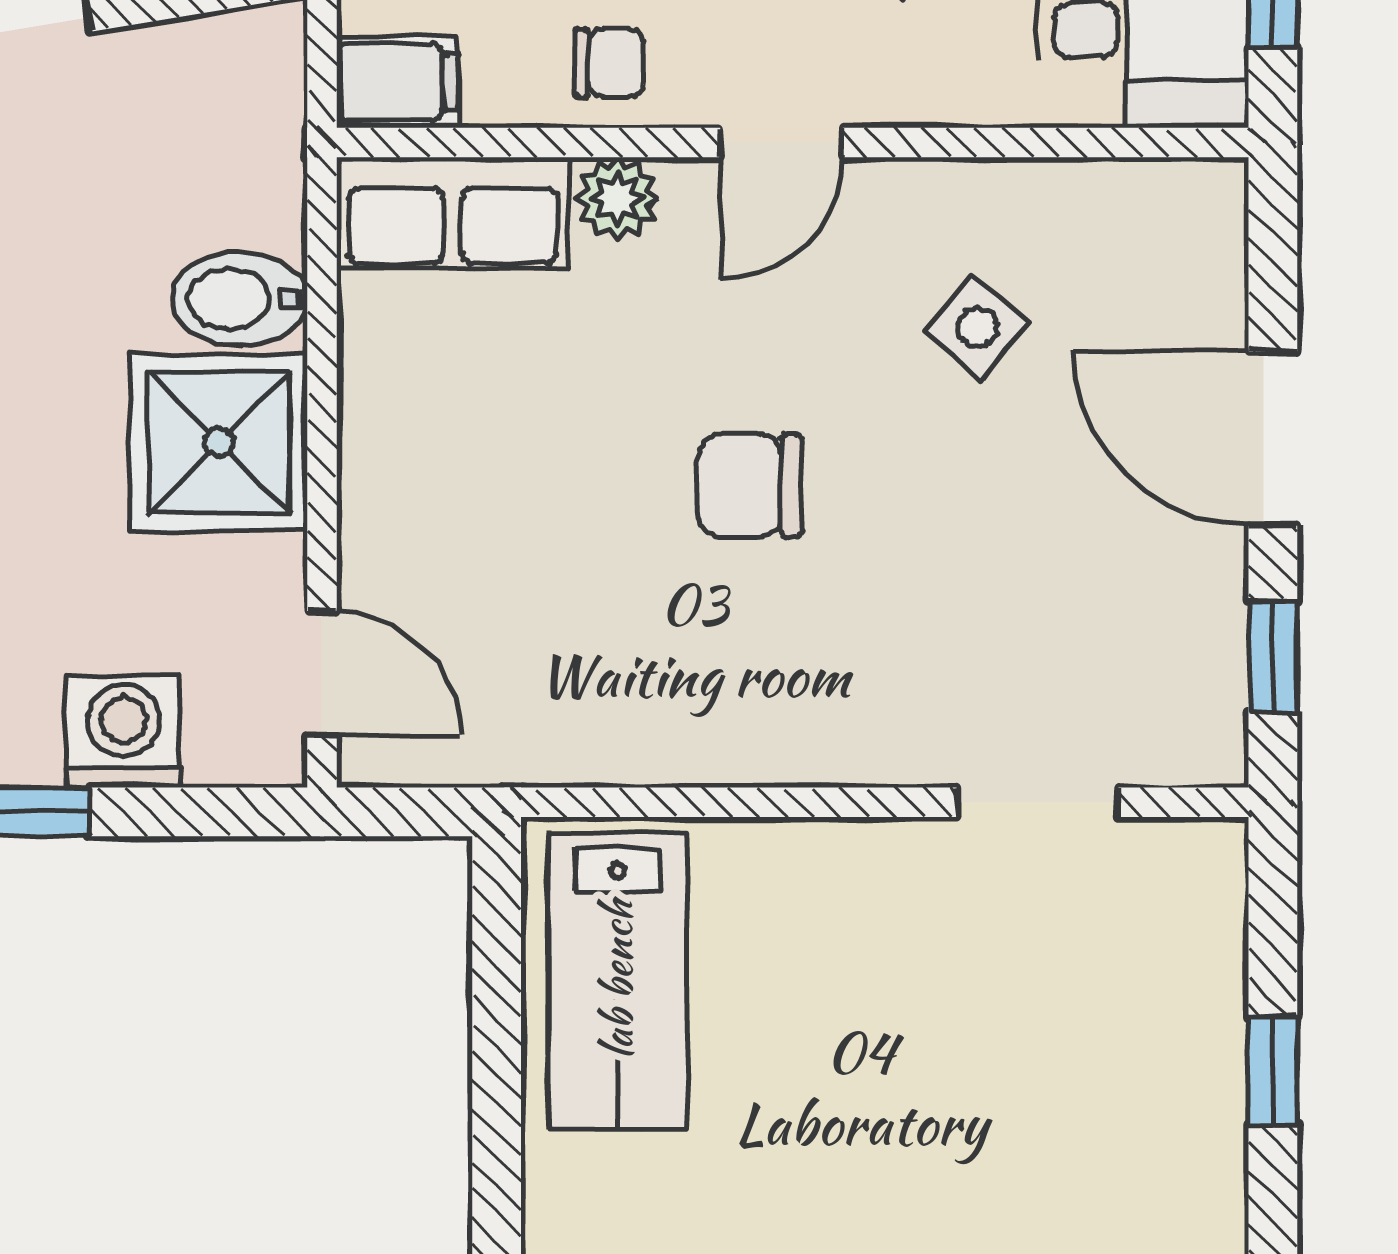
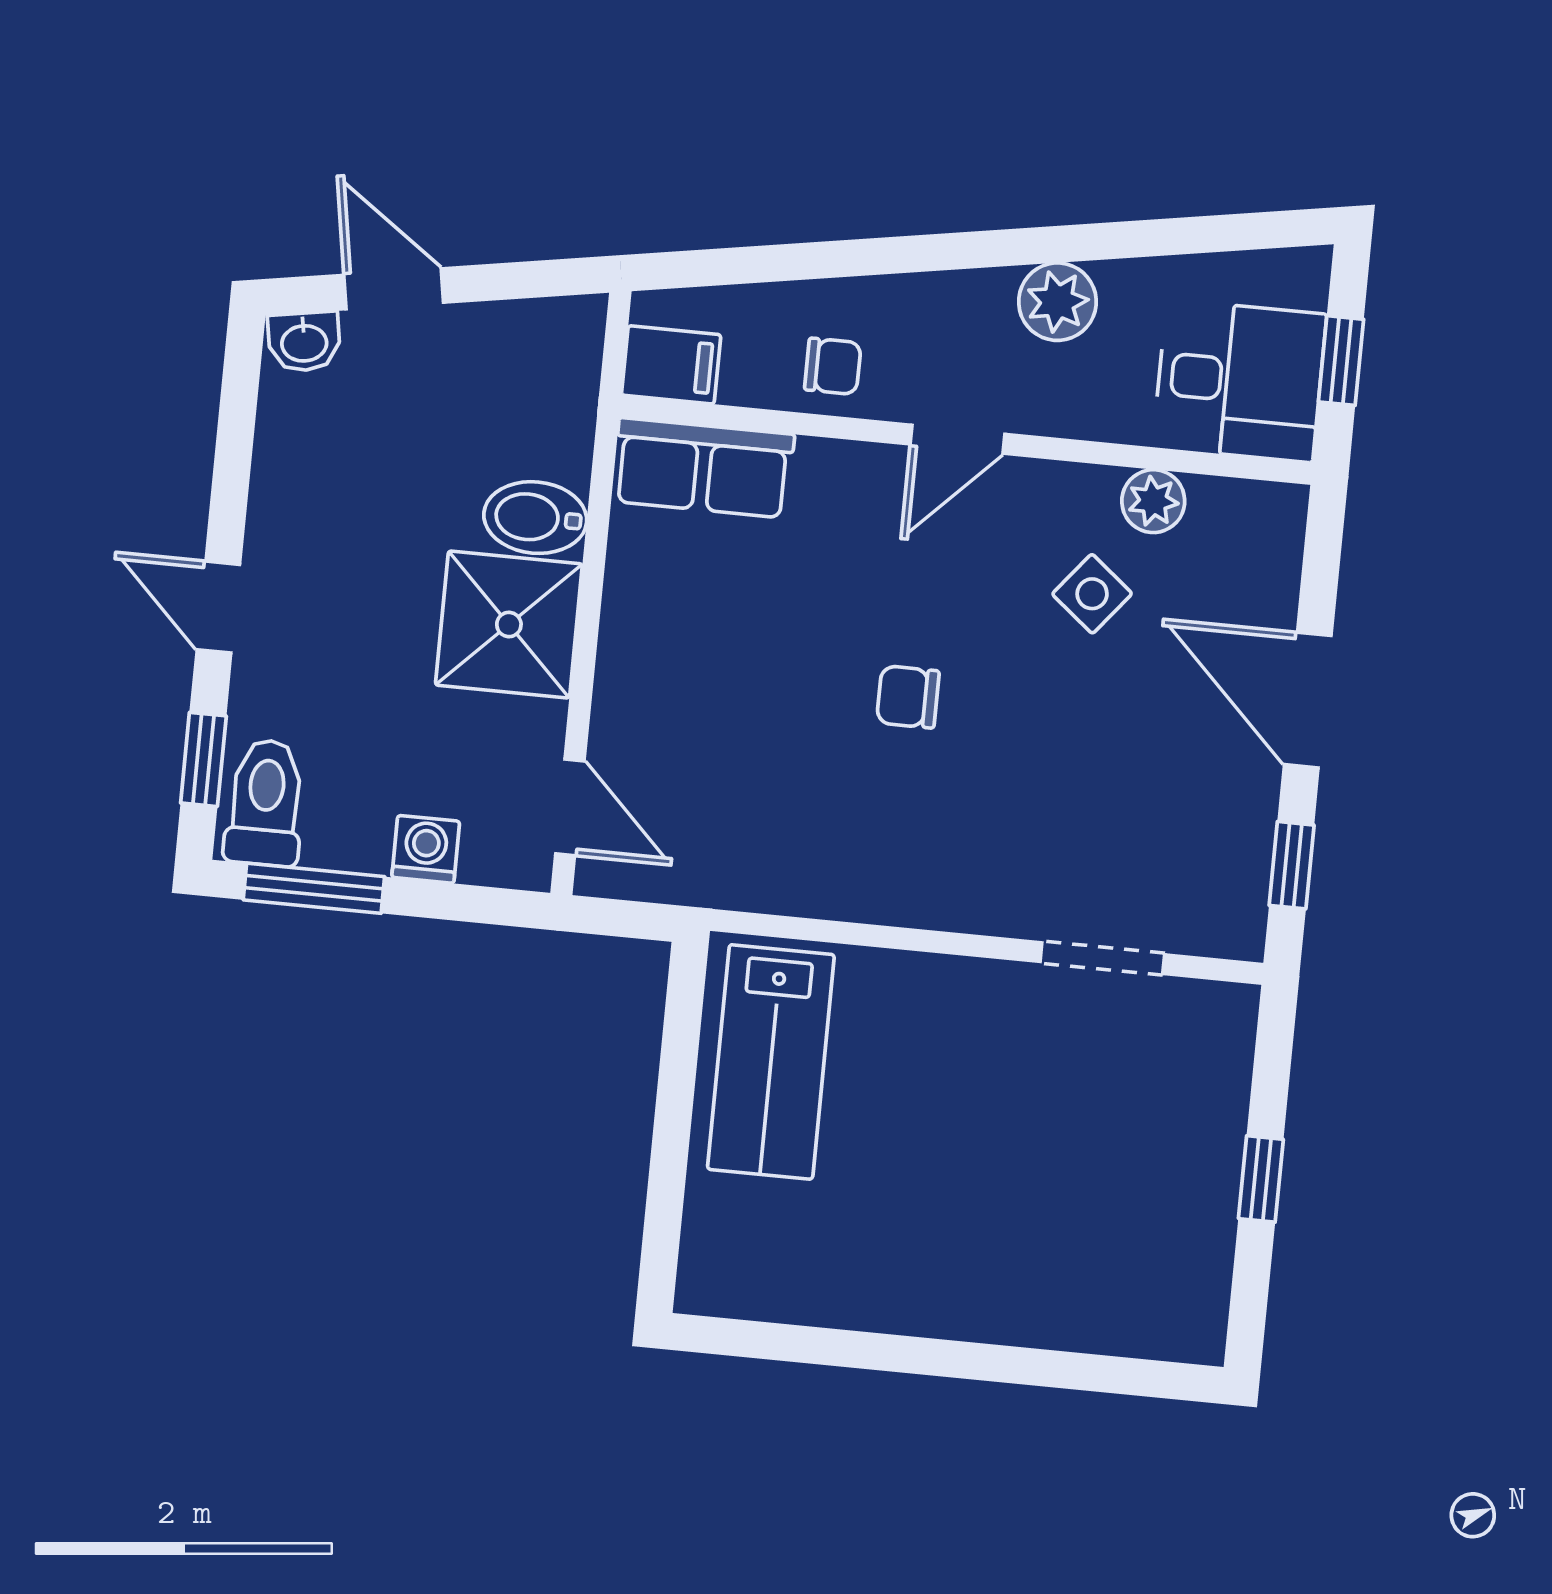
plant: (617, 198) -> (1153, 501), moved
chair: (750, 486) -> (908, 697), width x0.73, depth x0.73
washing machine: (123, 731) -> (426, 849), width x0.73, depth x0.73

